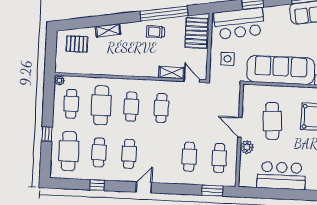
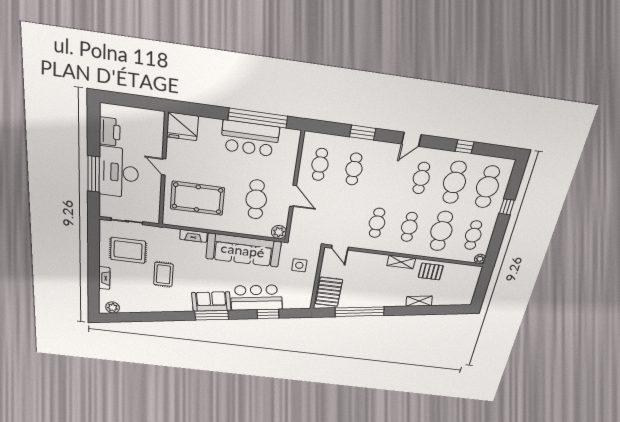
bar counter: (239, 23) -> (256, 298), moved
trolley: (155, 32) -> (371, 296), removed
pallet: (77, 44) -> (431, 272), moved
shelving: (172, 73) -> (401, 262), moved
plant: (247, 147) -> (279, 232), moved
cafe table: (99, 152) -> (454, 182), width x1.37, depth x1.35
window: (212, 191) -> (363, 133), moved
window: (276, 194) -> (258, 118), added

